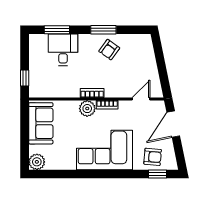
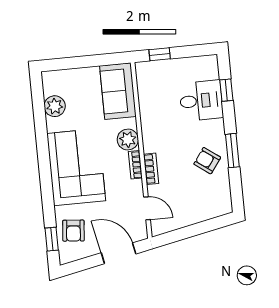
window: (57, 30) -> (226, 90), width x0.67
bookcase: (92, 93) -> (151, 169), moved
sofa: (41, 123) -> (118, 91), moved, turned 90
plant: (37, 162) -> (55, 106), moved

